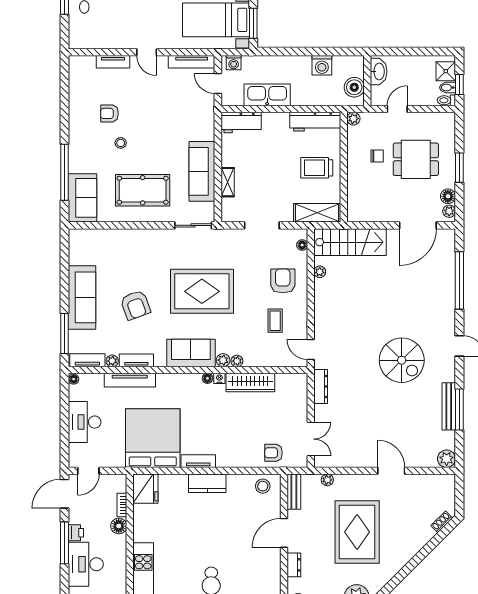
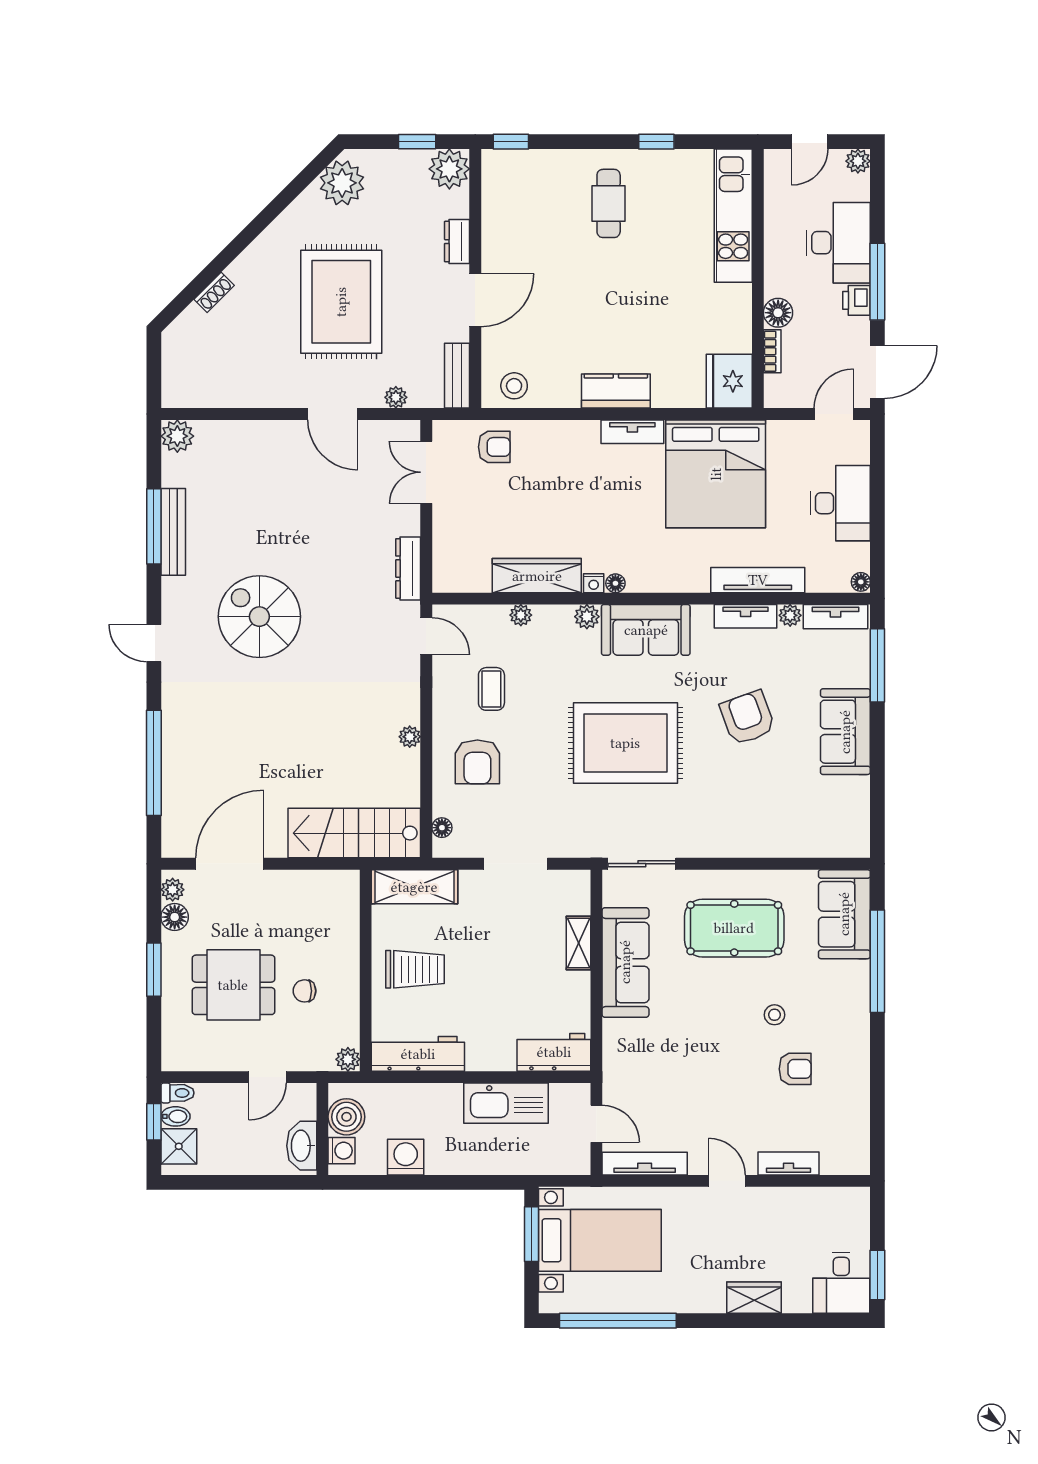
washing machine: (234, 63) -> (341, 1151), moved, turned 90
plant: (320, 272) -> (410, 737), moved
sofa: (82, 297) -> (845, 732), width x0.73
plant: (237, 361) -> (521, 615), moved
door: (391, 471) -> (333, 414), moved
shoe rack: (442, 522) -> (214, 292), moved

